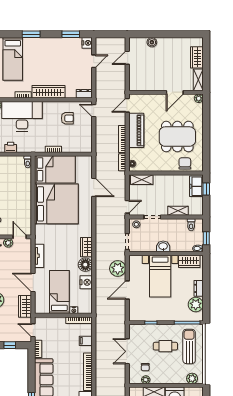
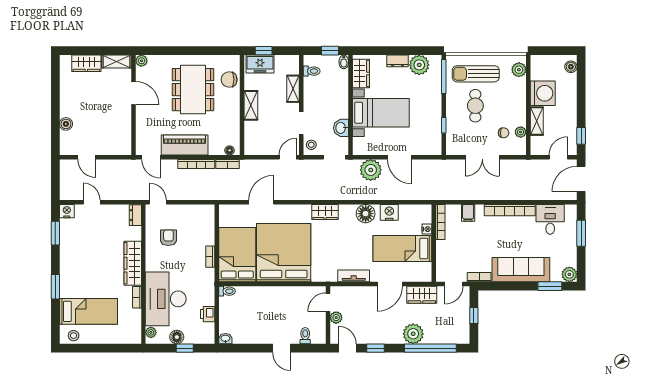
door: (94, 111) -> (158, 202), swing flipped
shelving: (142, 180) -> (251, 105), moved
door: (127, 207) -> (288, 157), hinge flipped
washbasin: (163, 246) -> (341, 128), moved
wardrobe: (86, 247) -> (325, 212), moved

